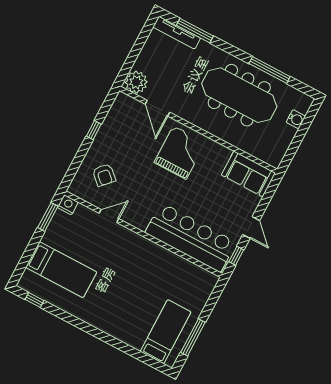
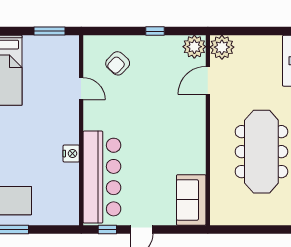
plant: (124, 105) -> (194, 47), added
water cooler: (296, 119) -> (267, 218), removed
grand piano: (180, 153) -> (177, 124), removed
nightstand: (68, 205) -> (71, 154), moved

